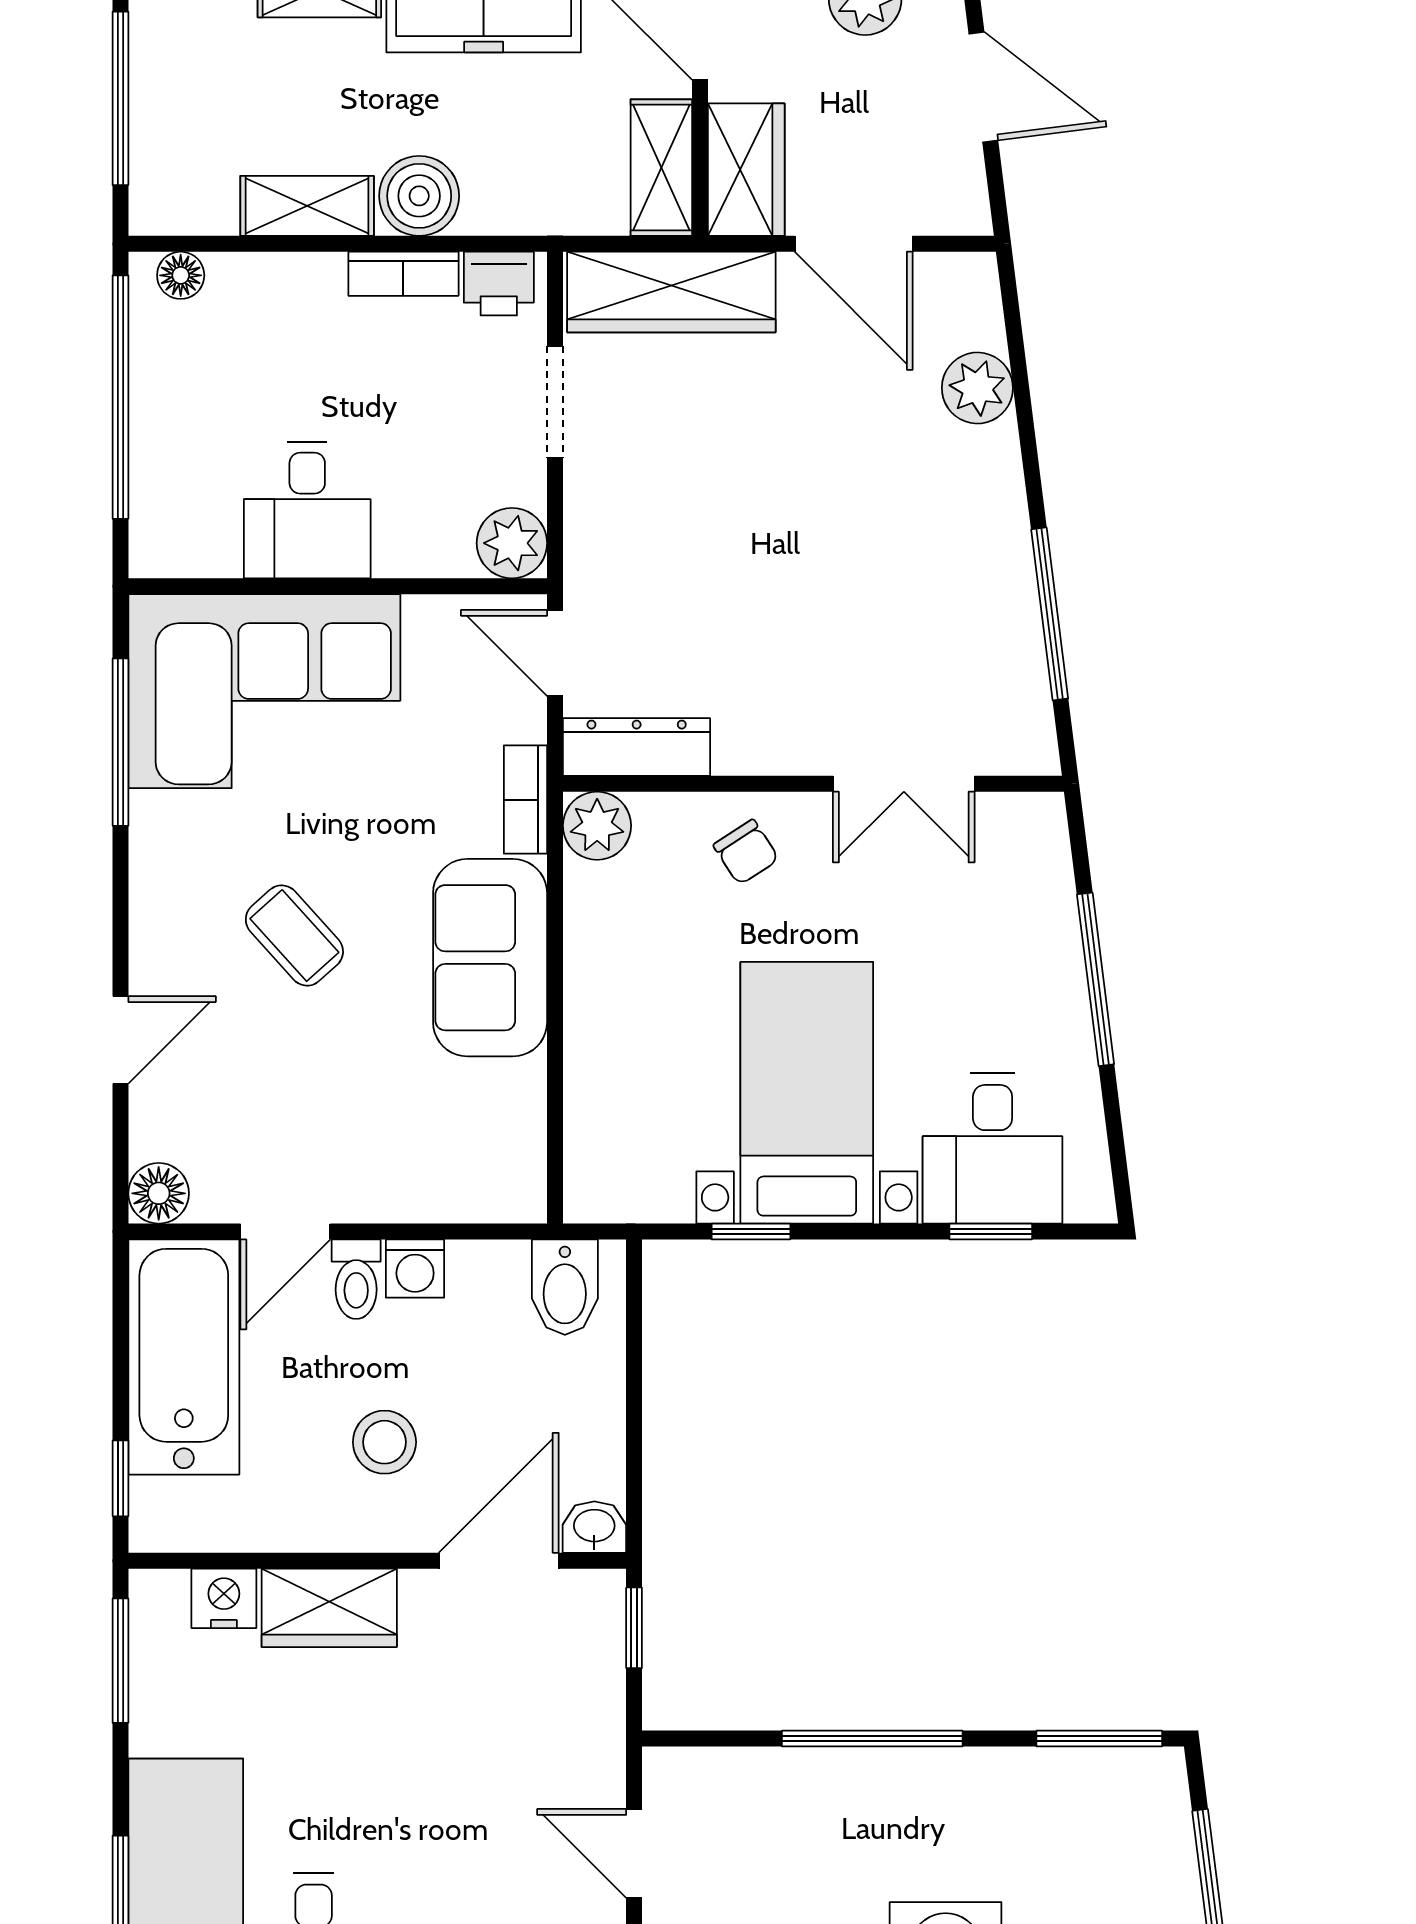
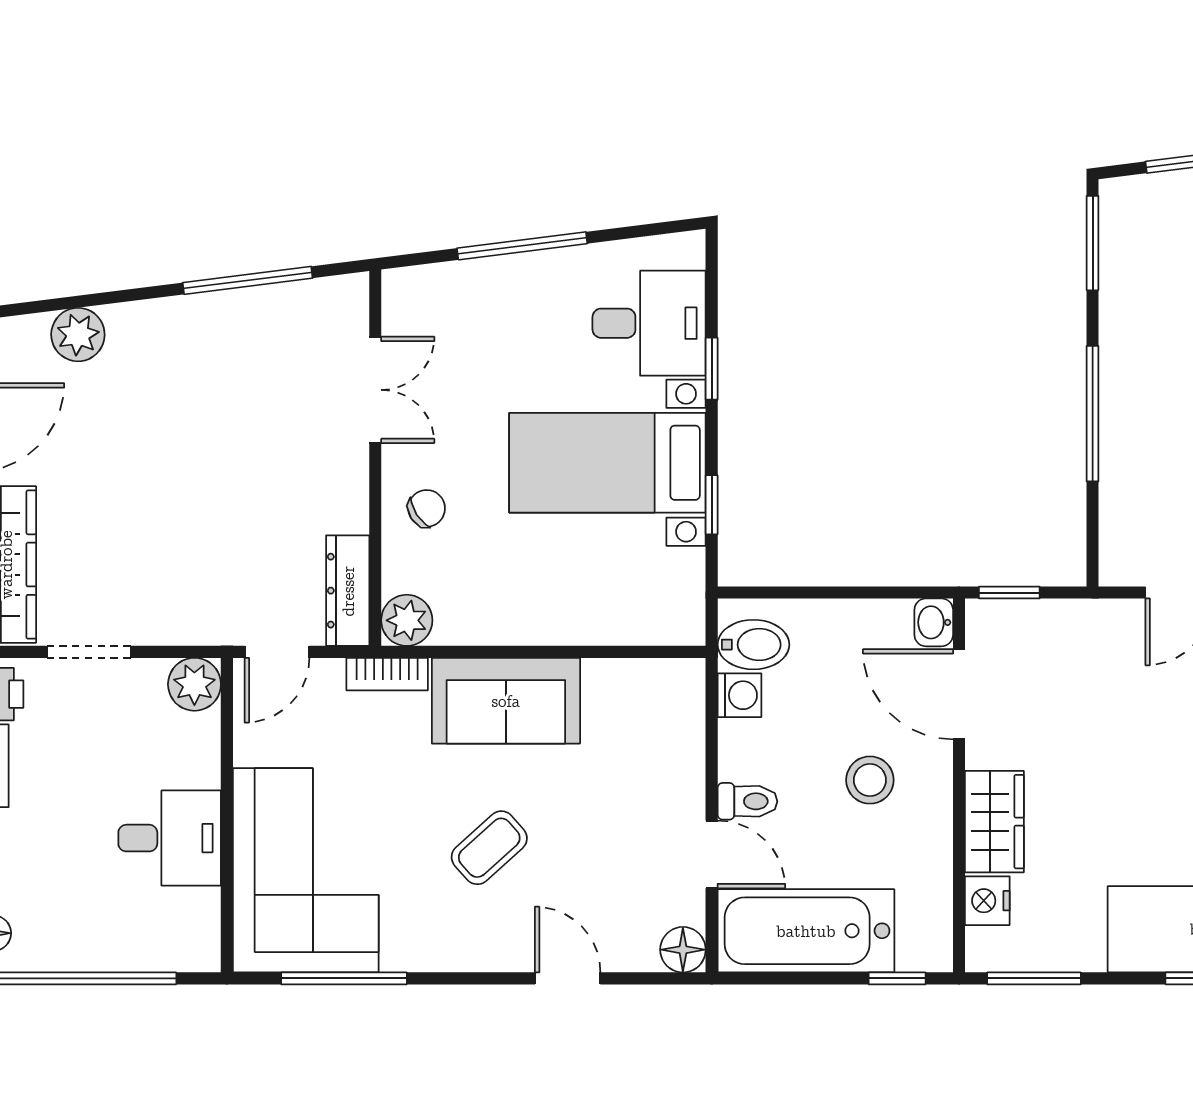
window: (991, 1231) -> (712, 369), moved
washing machine: (415, 1269) -> (739, 695), moved

